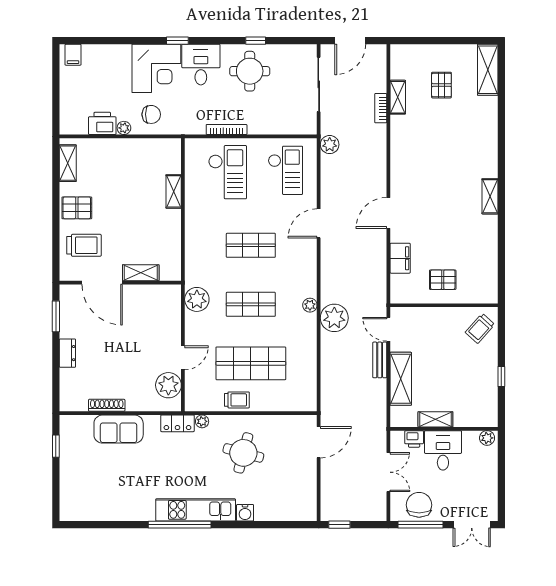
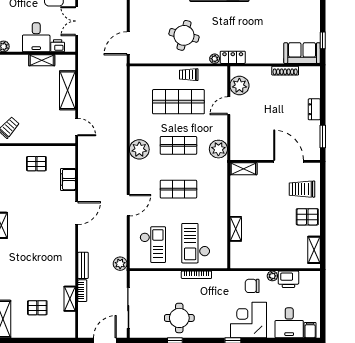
desk: (201, 65) -> (289, 323), moved
pallet: (441, 85) -> (37, 308), turned 90
checkout: (285, 170) -> (153, 245), turned 180
shelving: (141, 273) -> (243, 169), moved
plant: (310, 305) -> (139, 149), width x1.88, depth x1.88
plant: (334, 318) -> (117, 135), removed
bench: (380, 360) -> (83, 265), moved
sofa: (119, 429) -> (302, 53), moved

